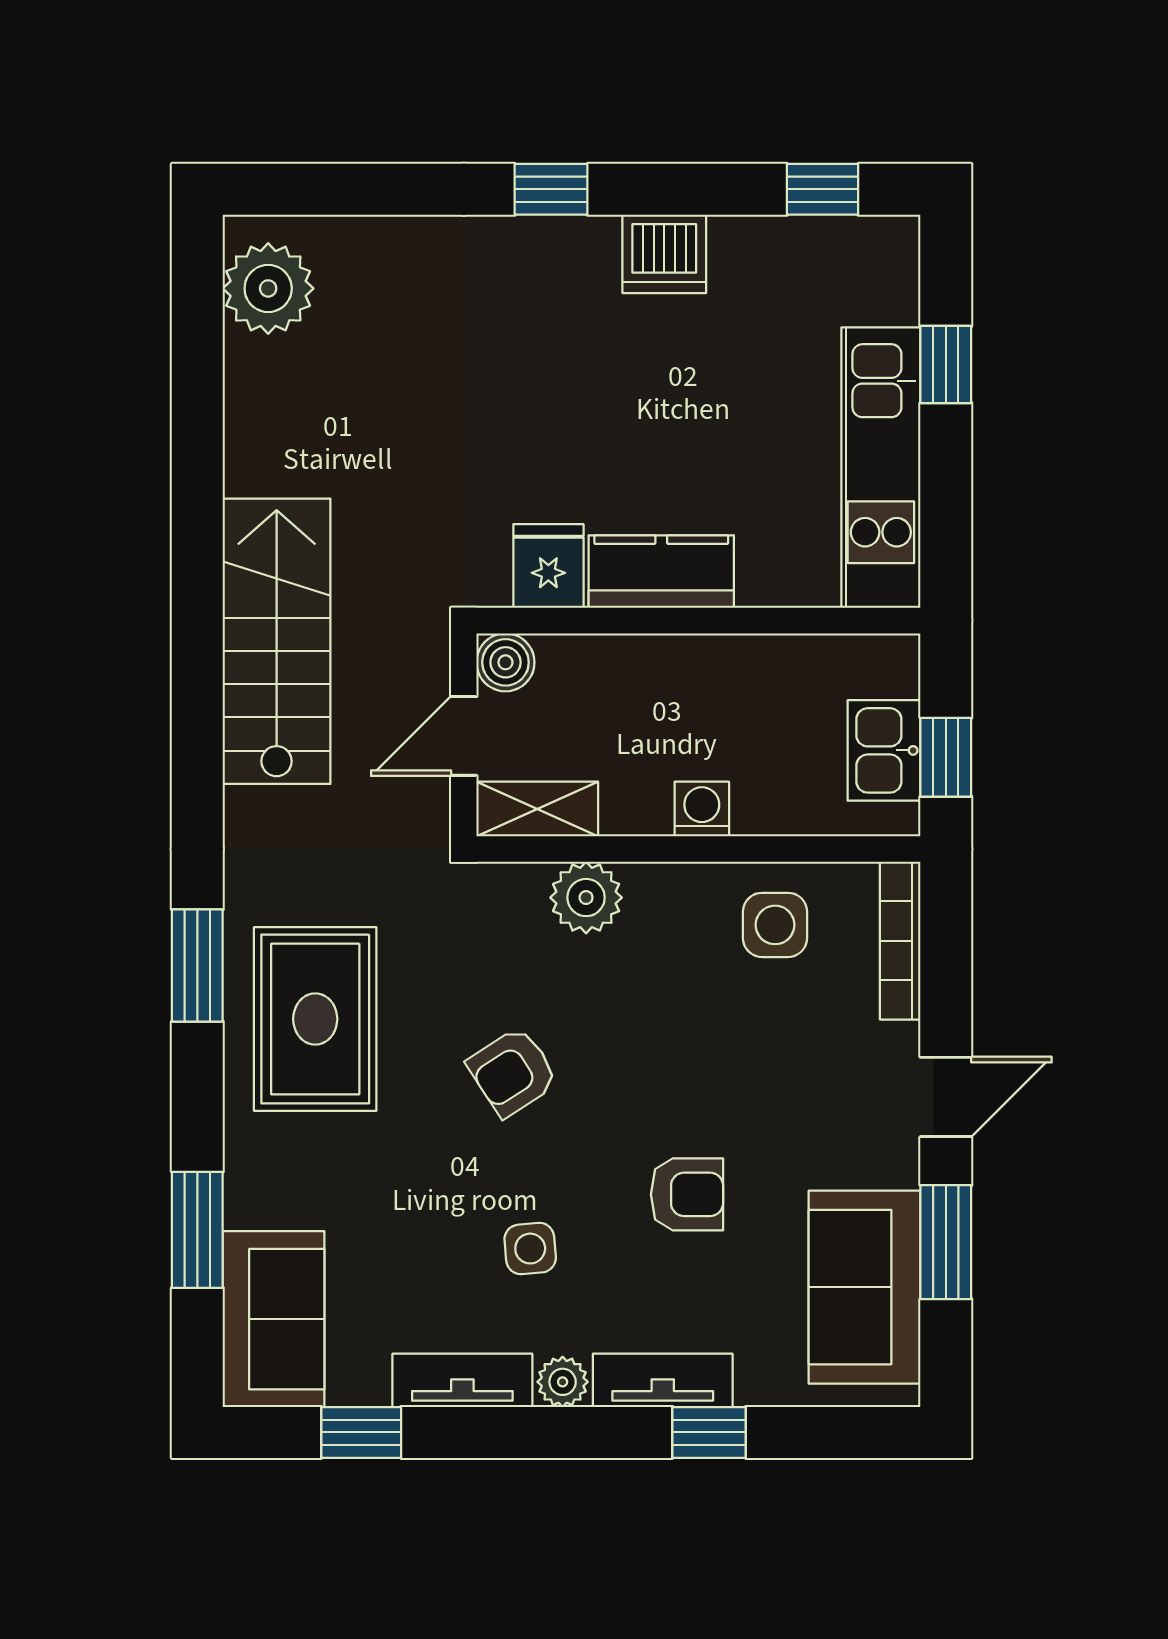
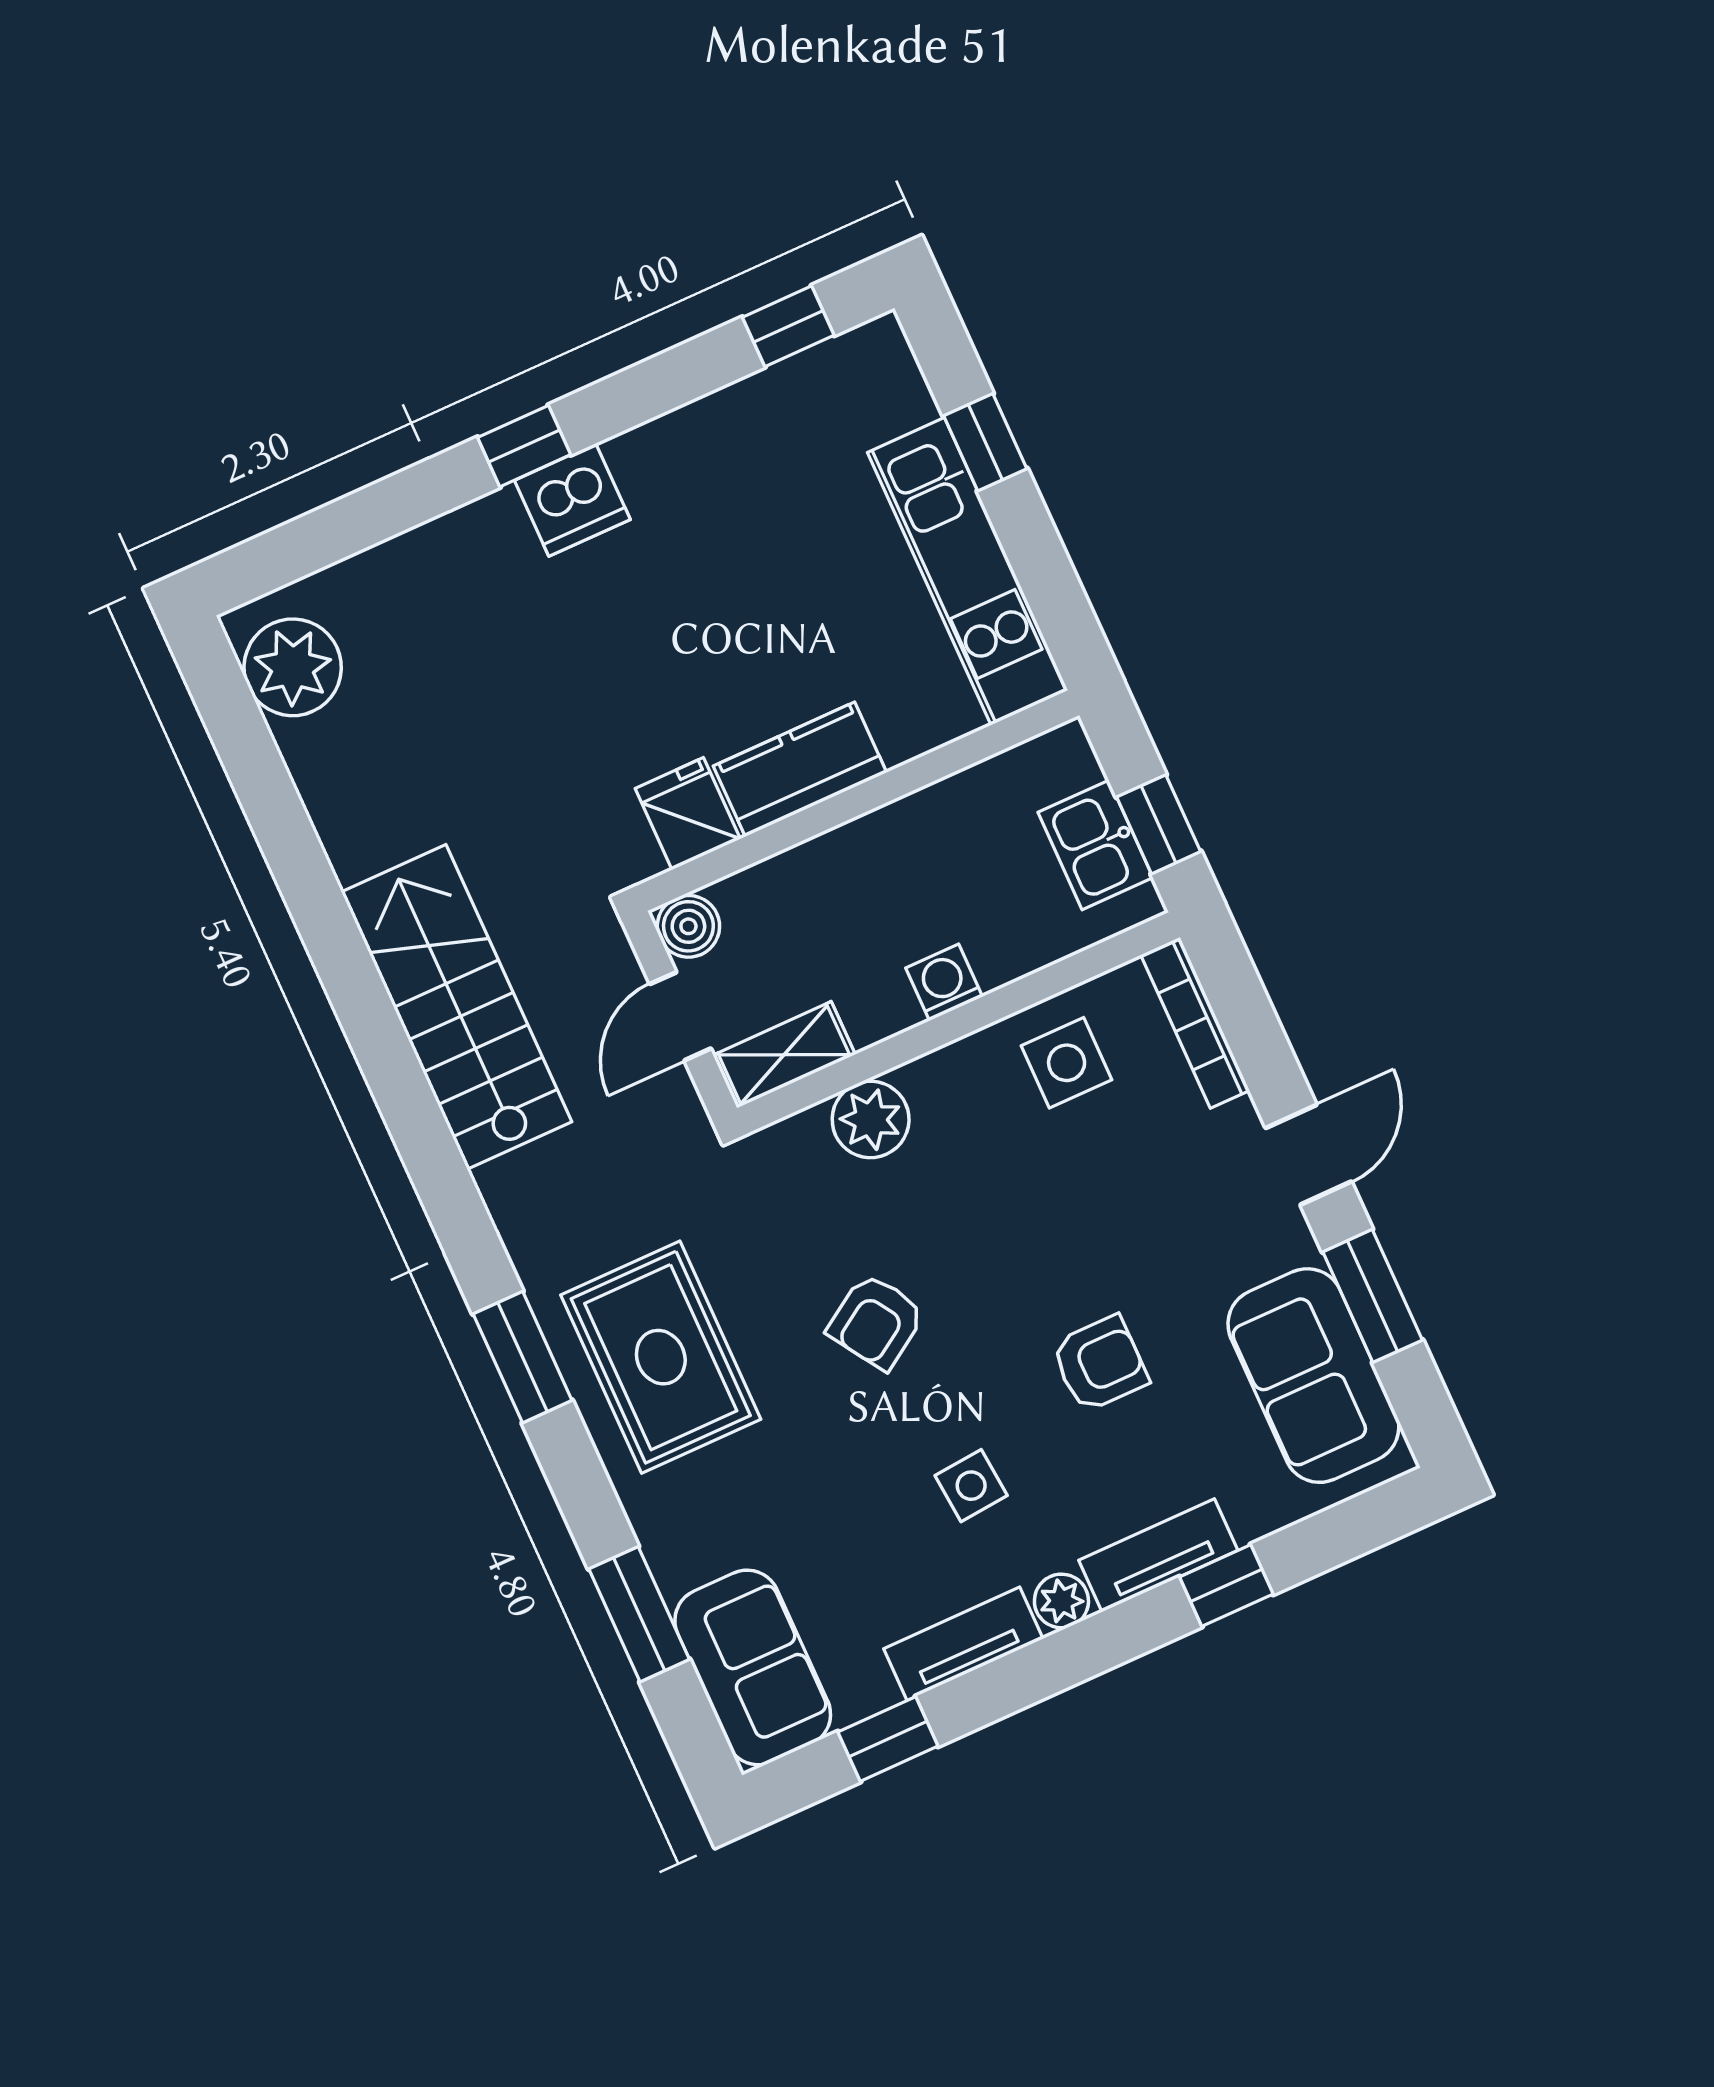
dishwasher: (664, 254) -> (572, 500), moved

